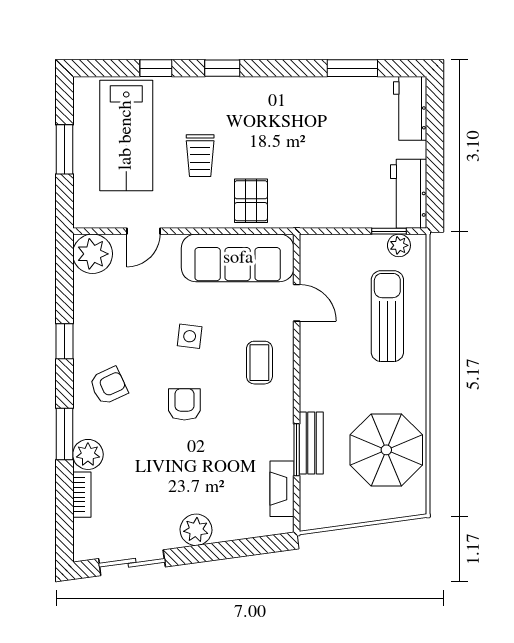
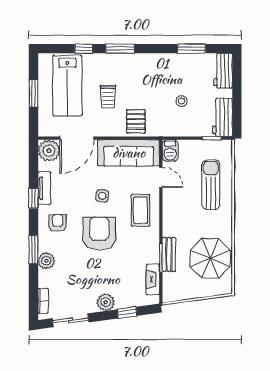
window: (222, 68) -> (120, 49), width x1.50
stool: (334, 164) -> (182, 101), added
door: (144, 231) -> (77, 138), width x1.88
plant: (399, 245) -> (217, 146), removed
barbecue: (313, 254) -> (170, 151), added
tv unit: (84, 322) -> (44, 188), added
coffee table: (259, 363) -> (141, 210), width x1.36, depth x1.30
armchair: (109, 386) -> (58, 223), turned -65
armchair: (184, 404) -> (99, 233), width x1.88, depth x1.88
bookcase: (82, 495) -> (43, 301), moved
window: (235, 549) -> (127, 313), added

